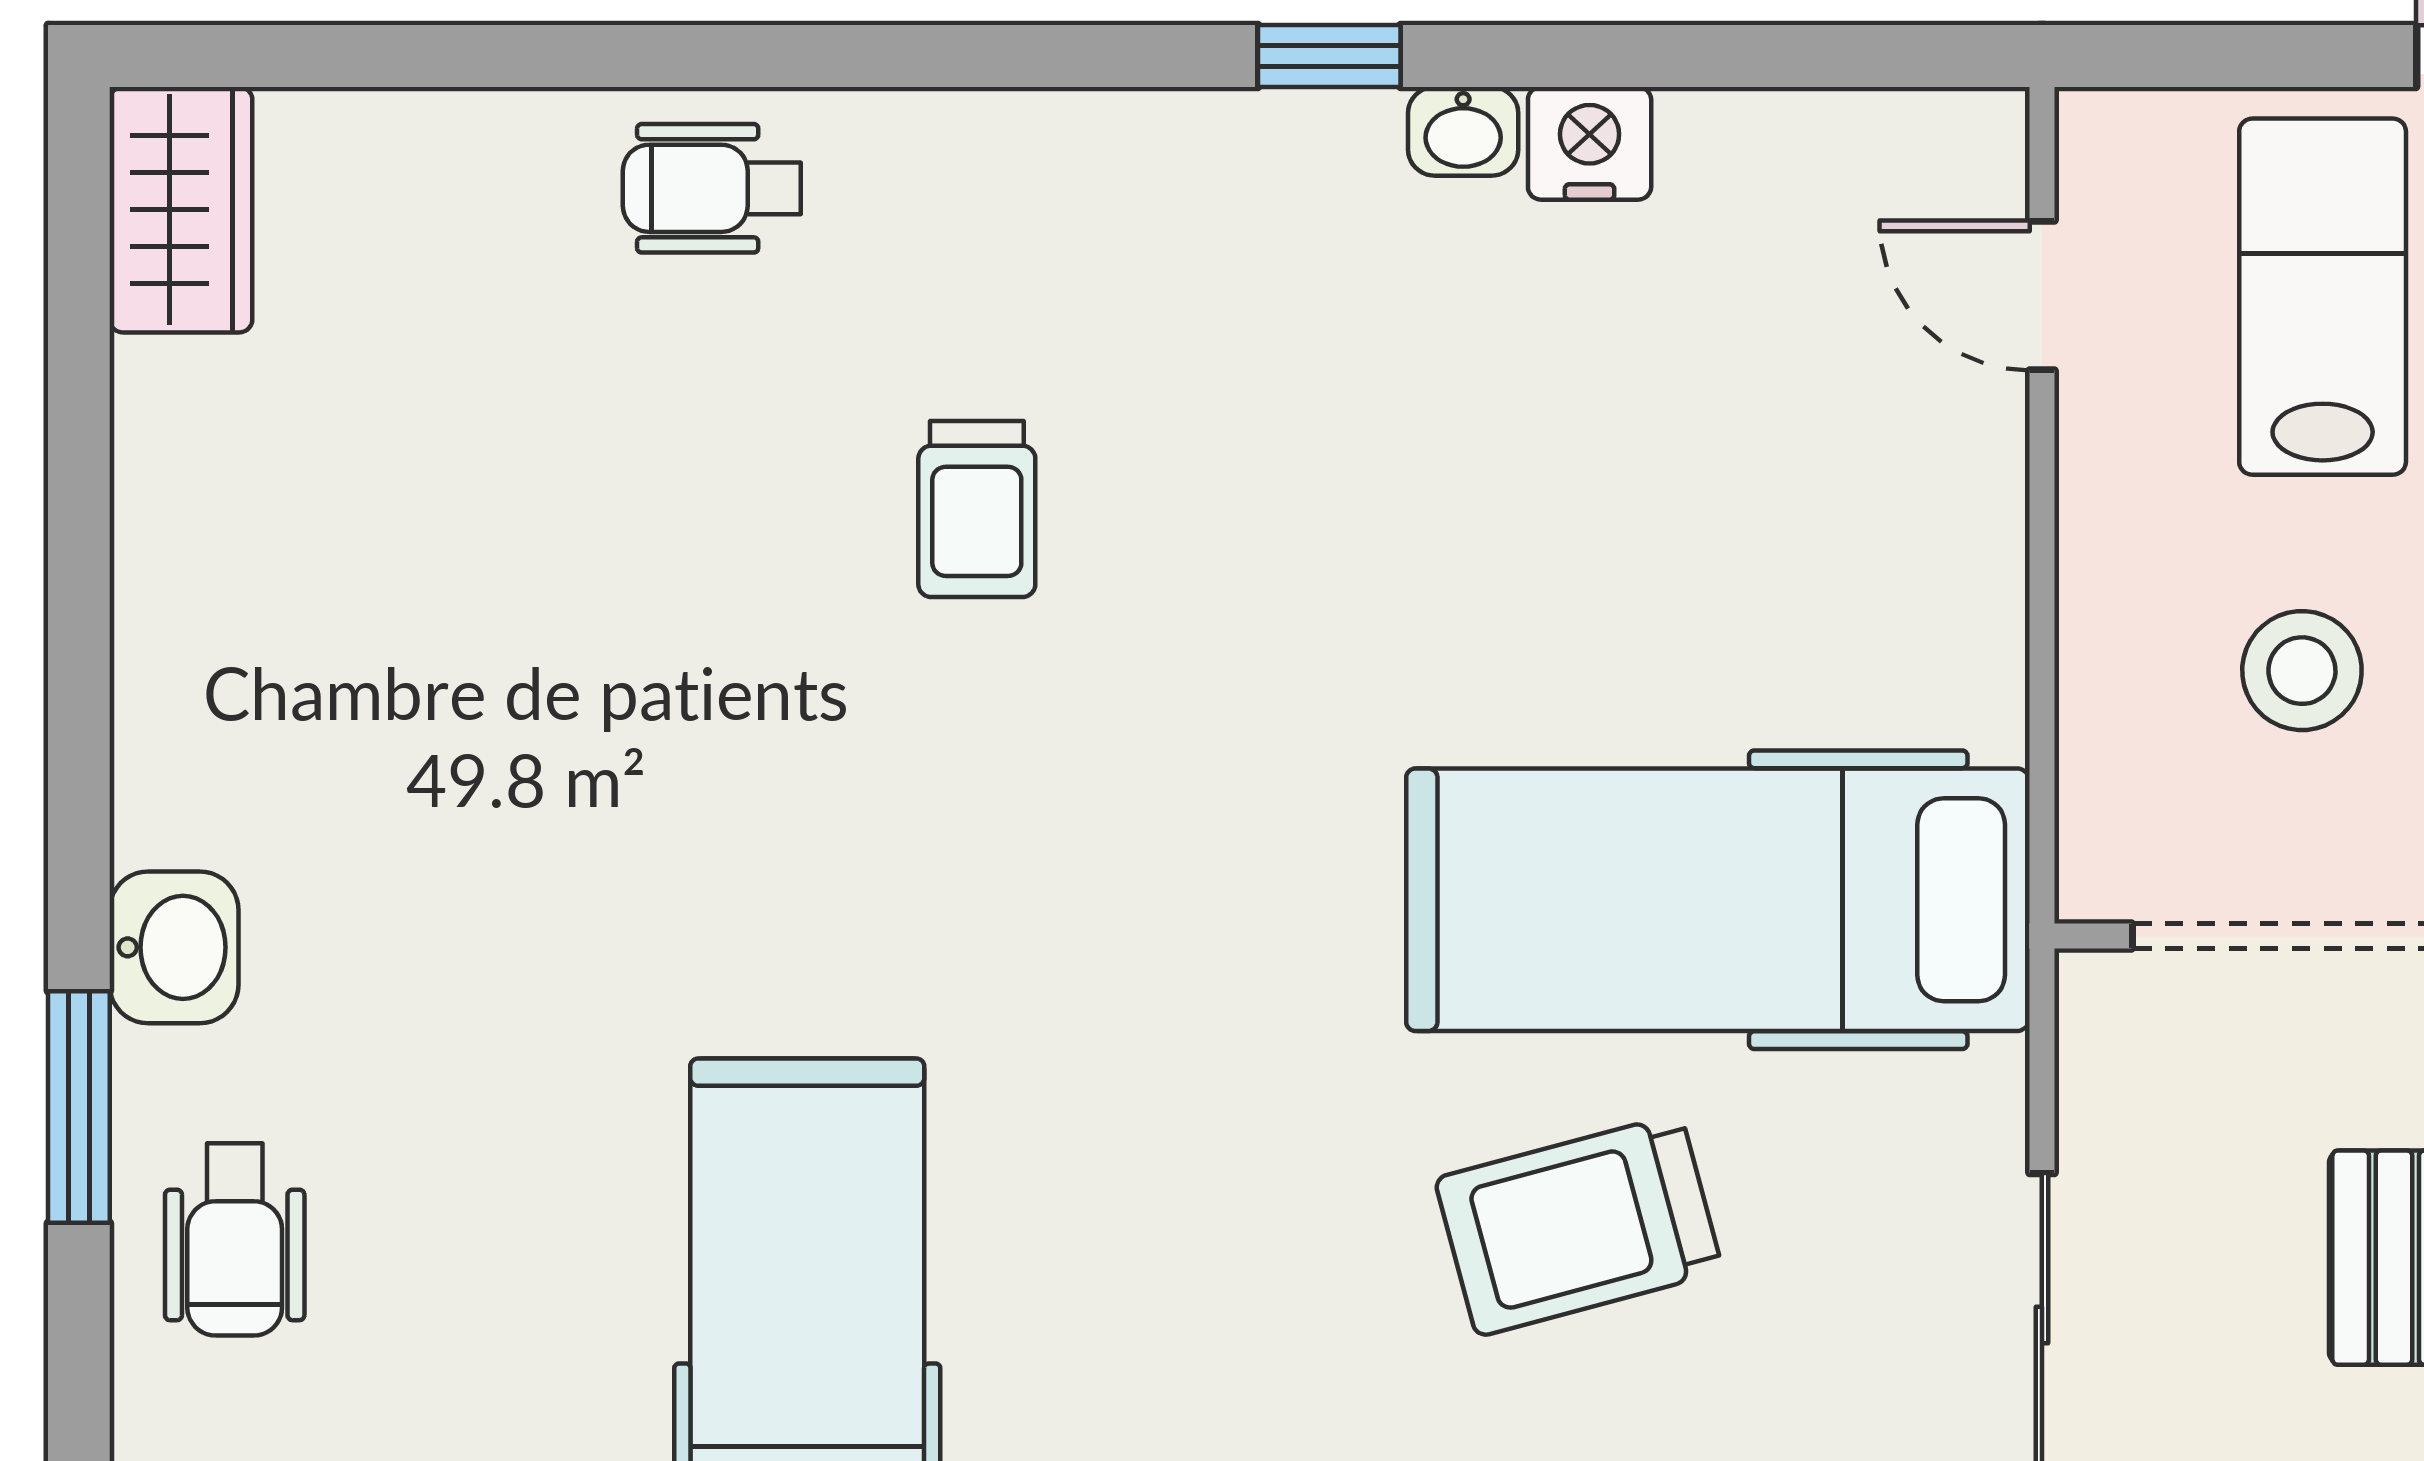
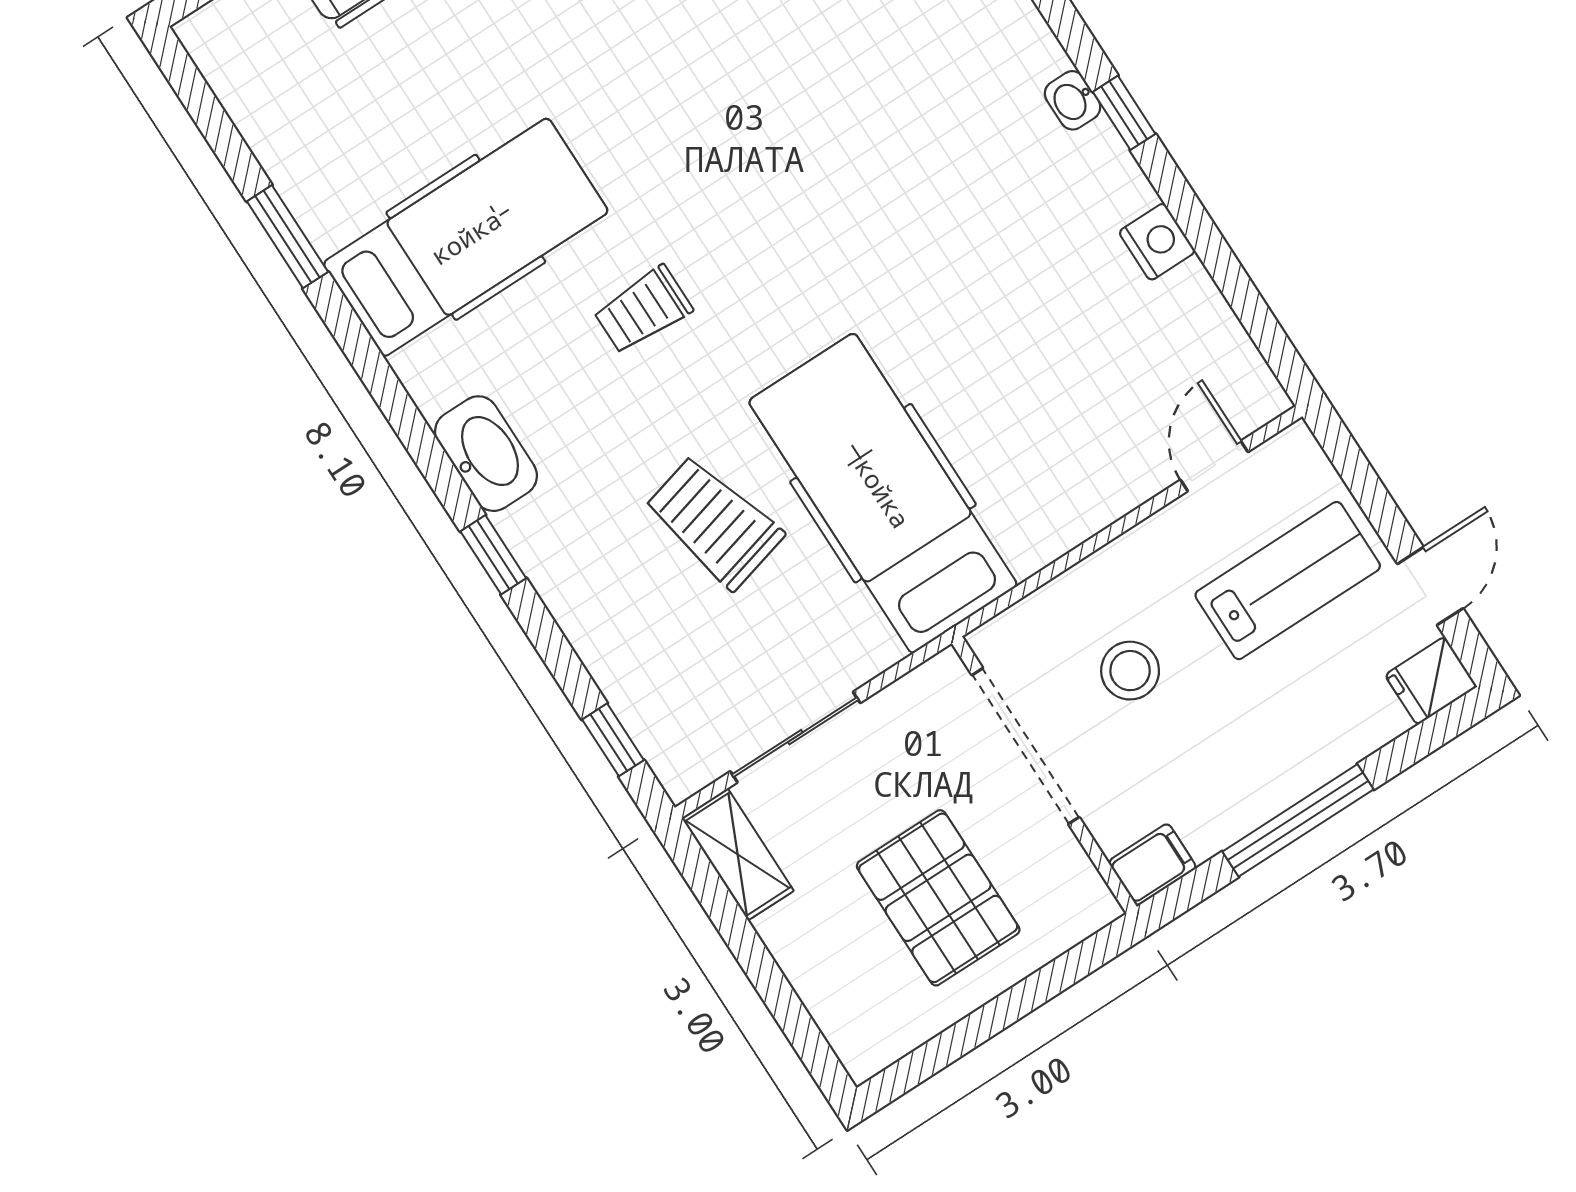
washbasin: (1463, 131) -> (1073, 100), moved
trolley: (977, 509) -> (643, 310), moved

